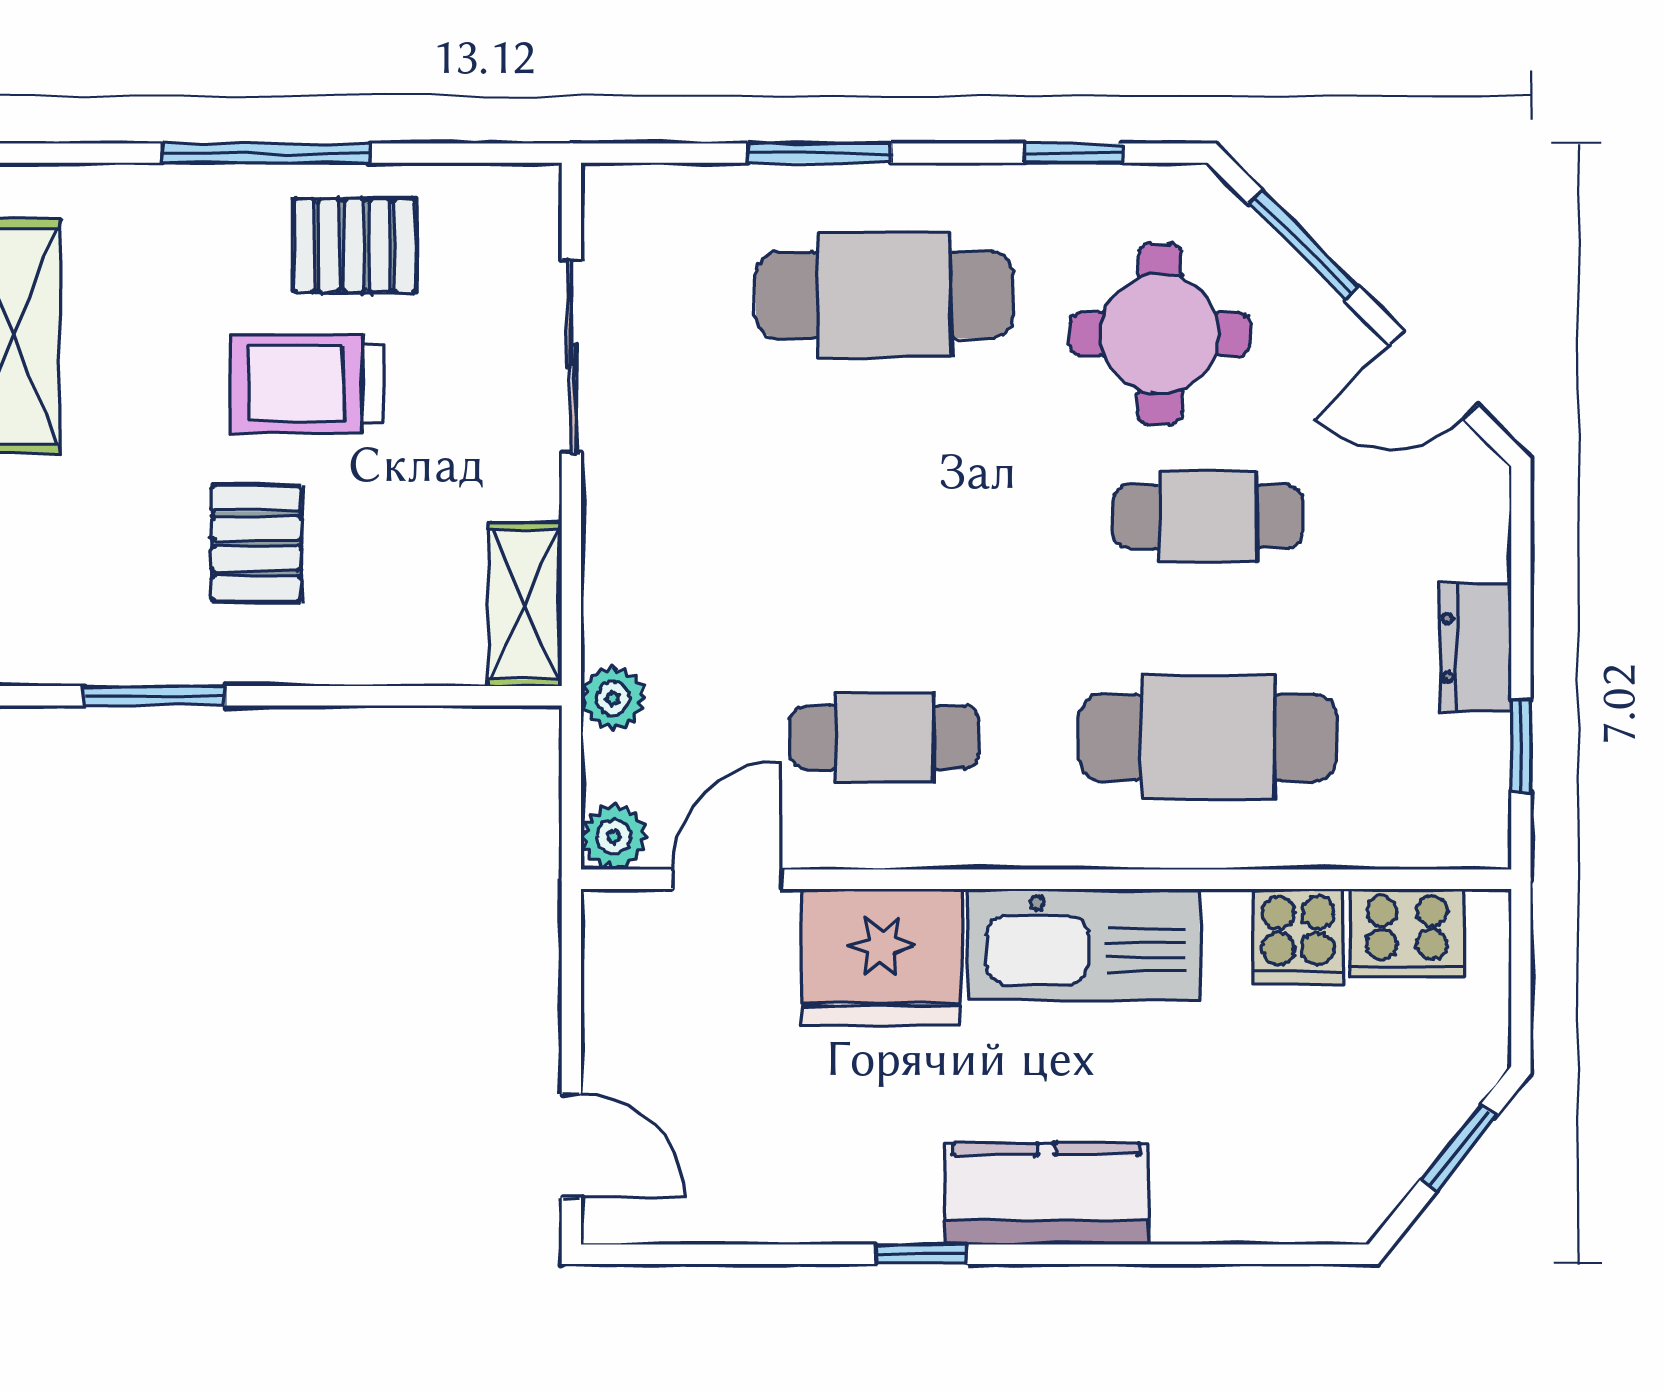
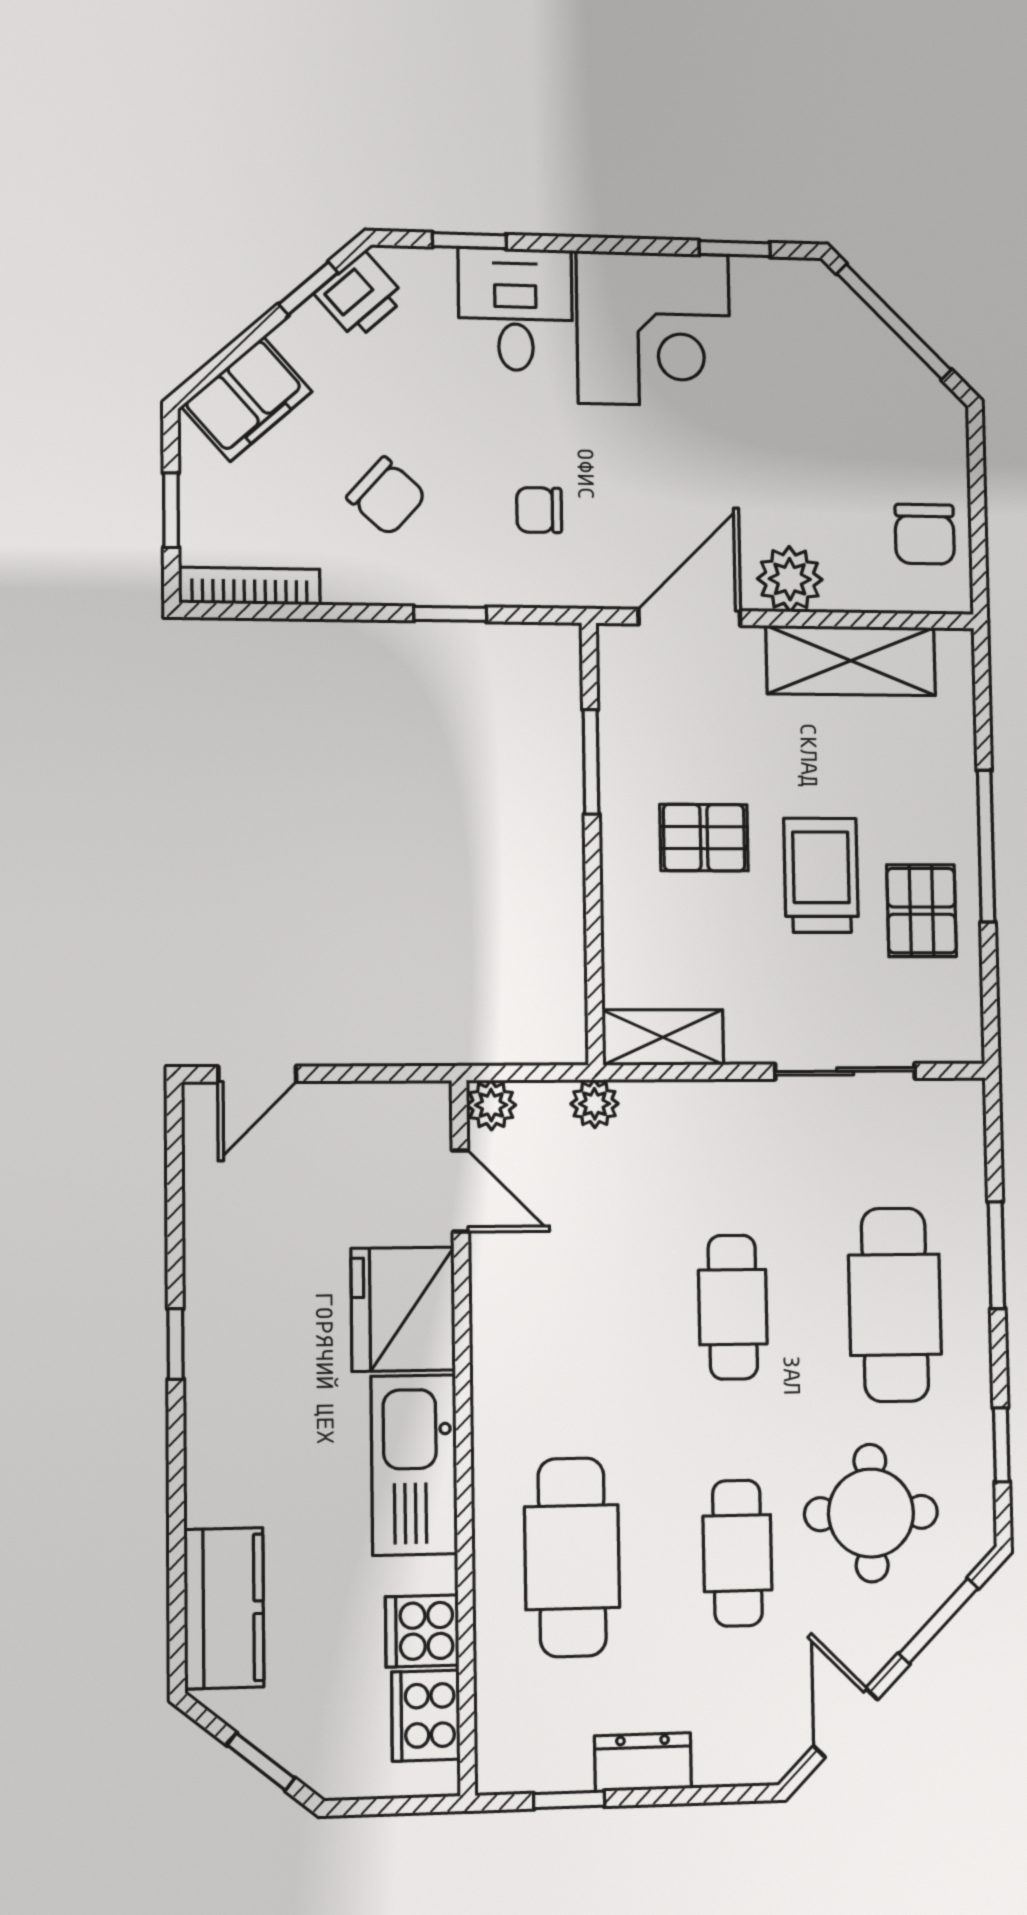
cafe table: (884, 737) -> (733, 1307), moved
kitchen counter: (1046, 1194) -> (224, 1608), moved

